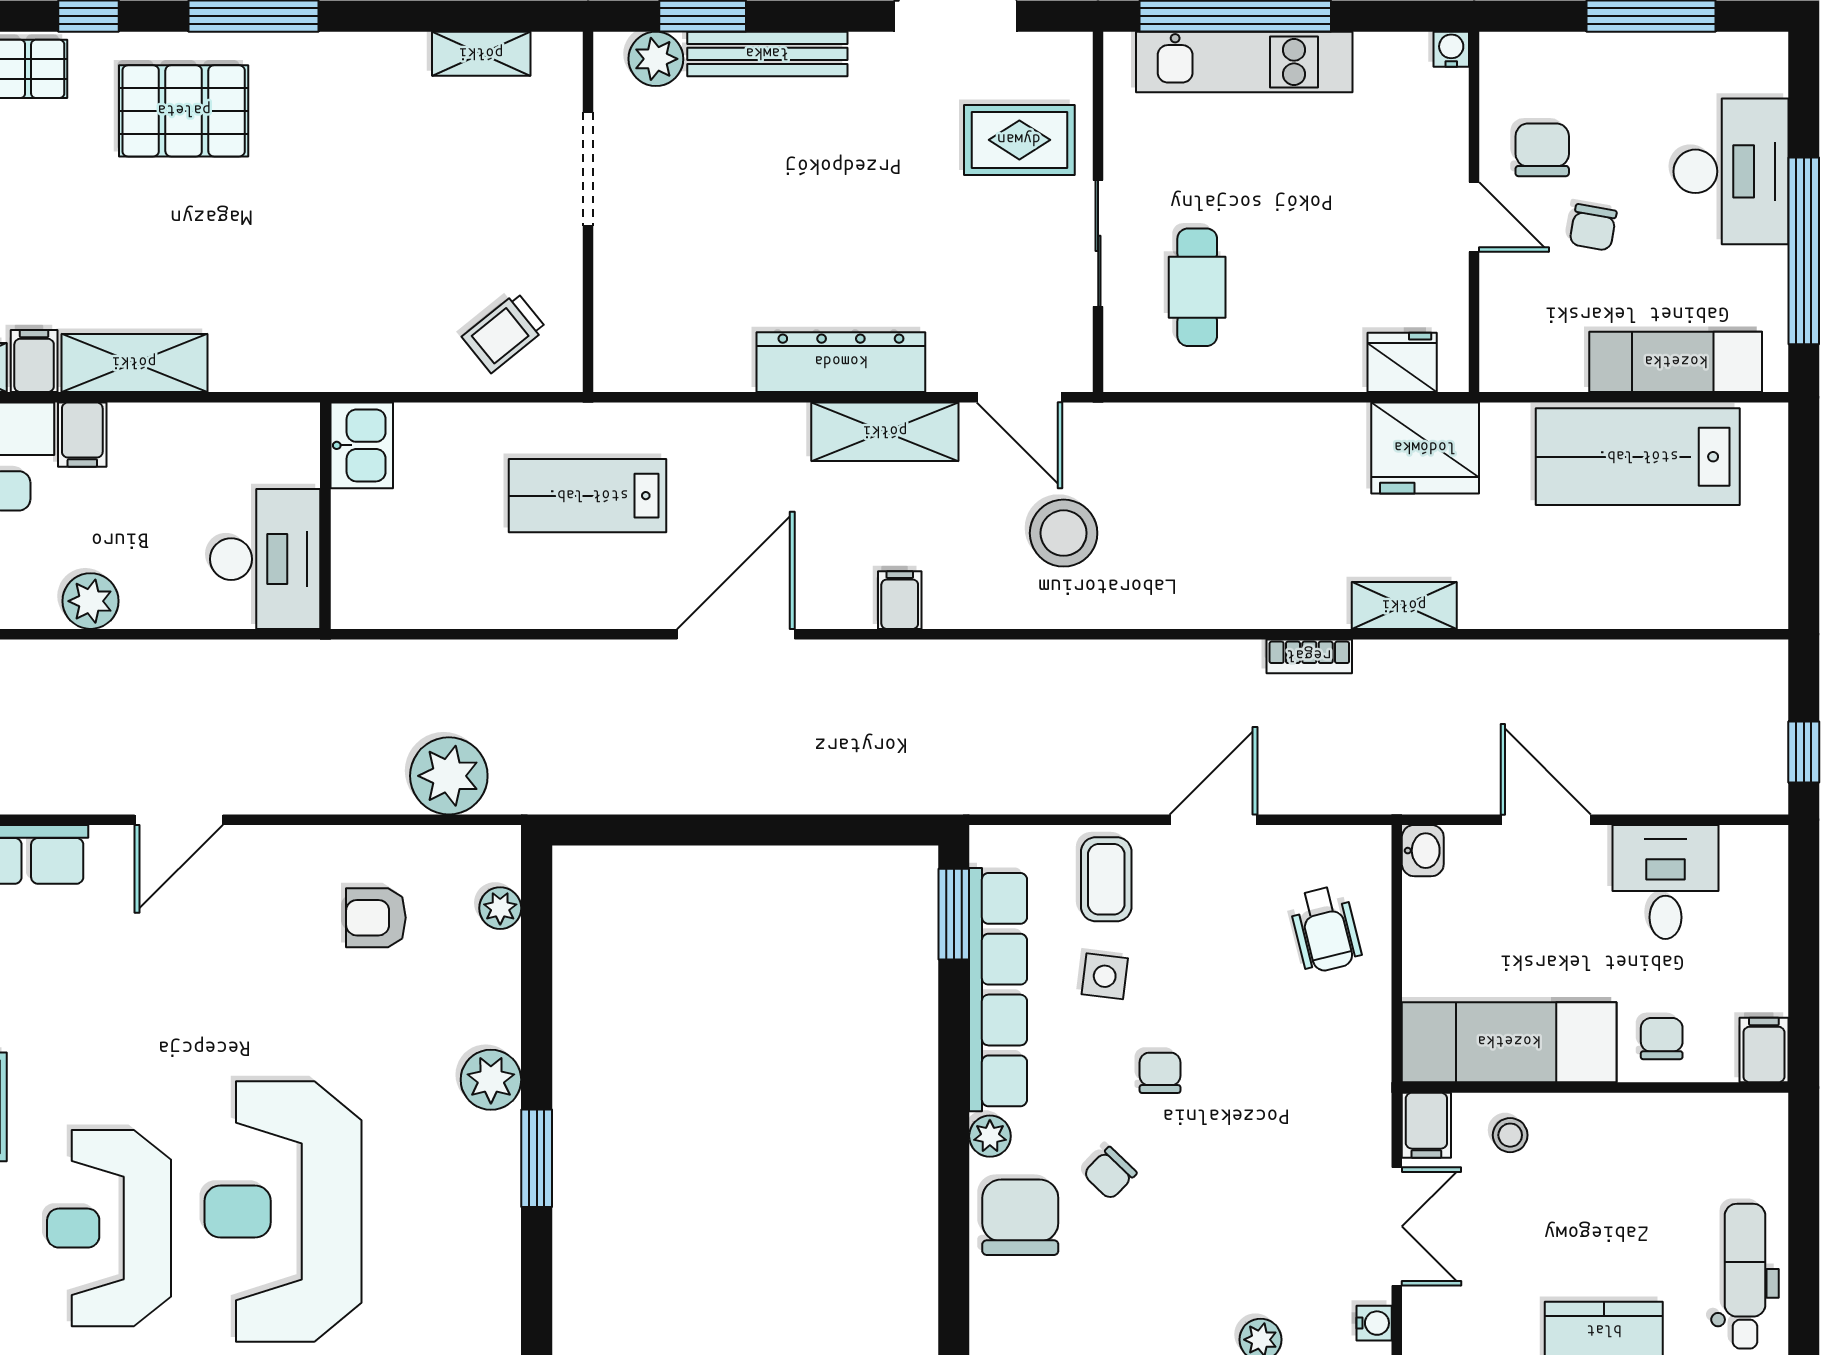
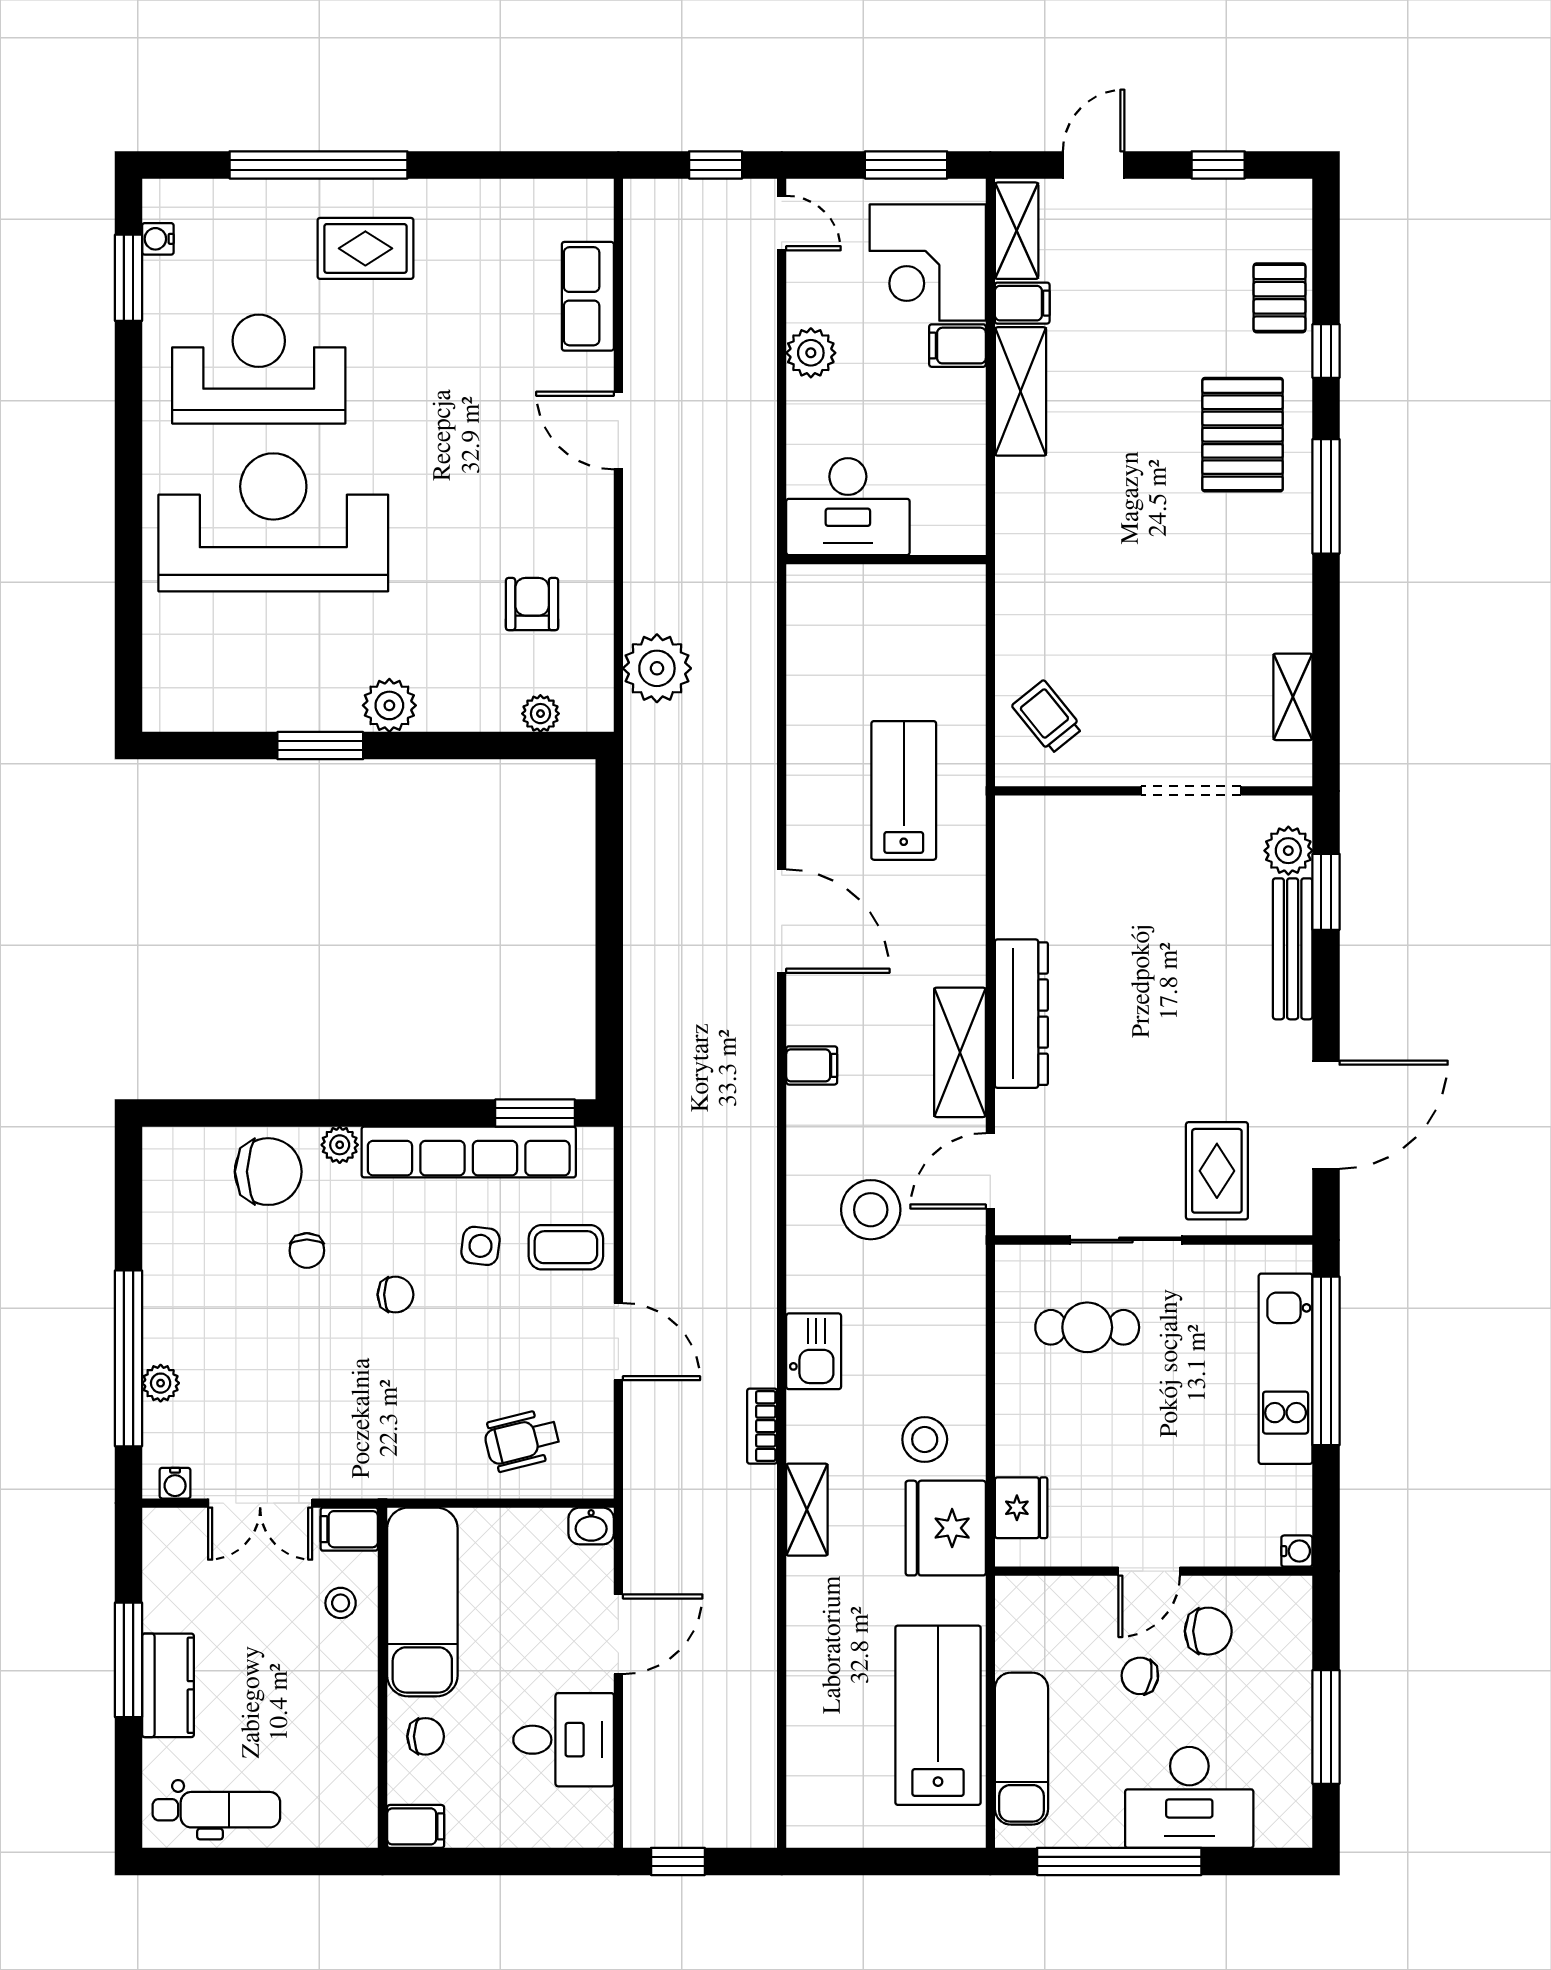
kitchen sink: (362, 445) -> (814, 1351), moved, turned -90
stool: (1325, 472) -> (925, 1439), added
chair: (1110, 1173) -> (307, 1250), turned -134

